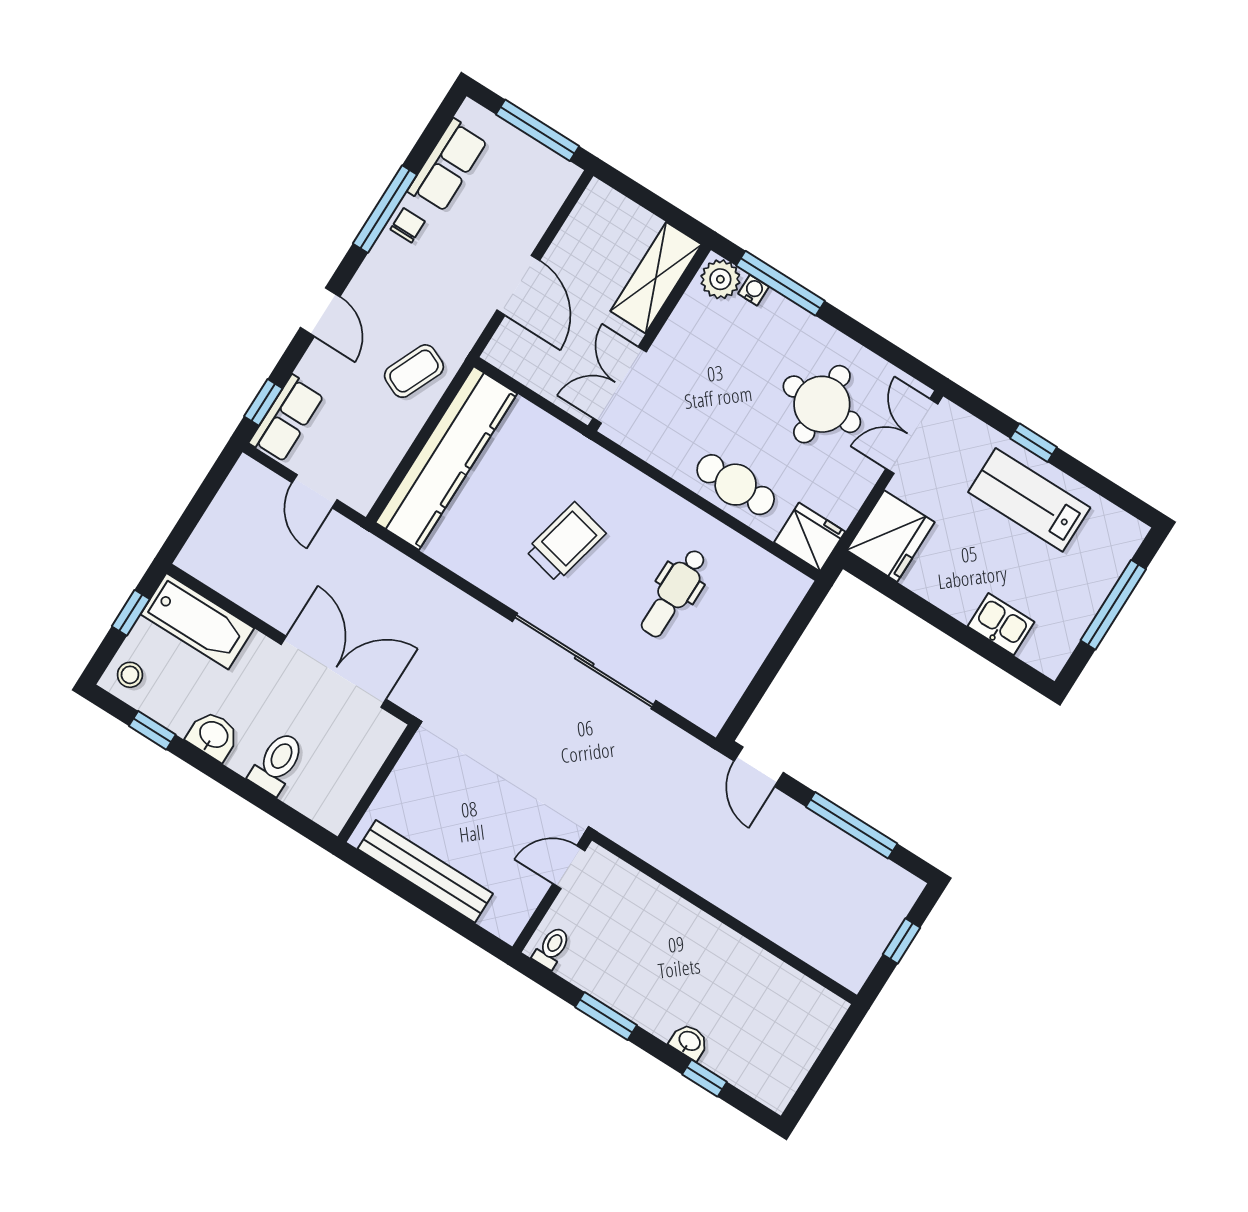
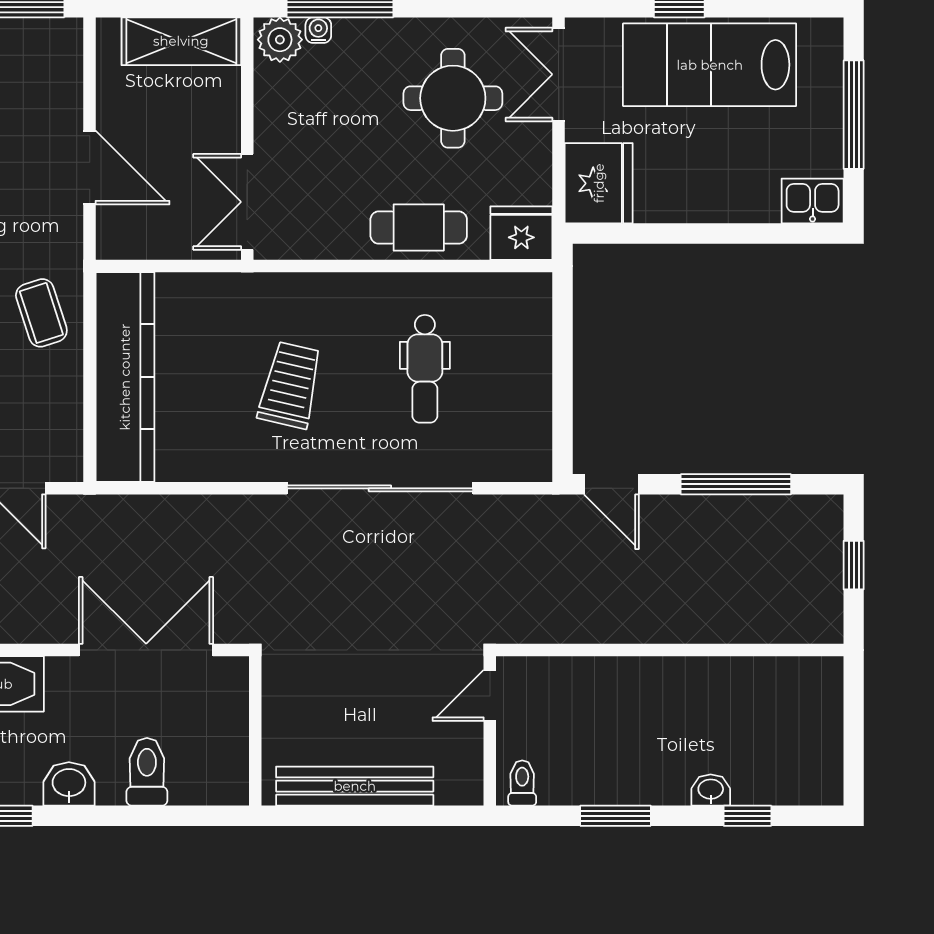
shelving: (656, 278) -> (181, 41), moved, turned 90
coffee table: (414, 371) -> (41, 313), turned -42
lab bench: (1029, 500) -> (710, 65), width x1.36, depth x1.39
kitchen sink: (1001, 624) -> (813, 201), moved

